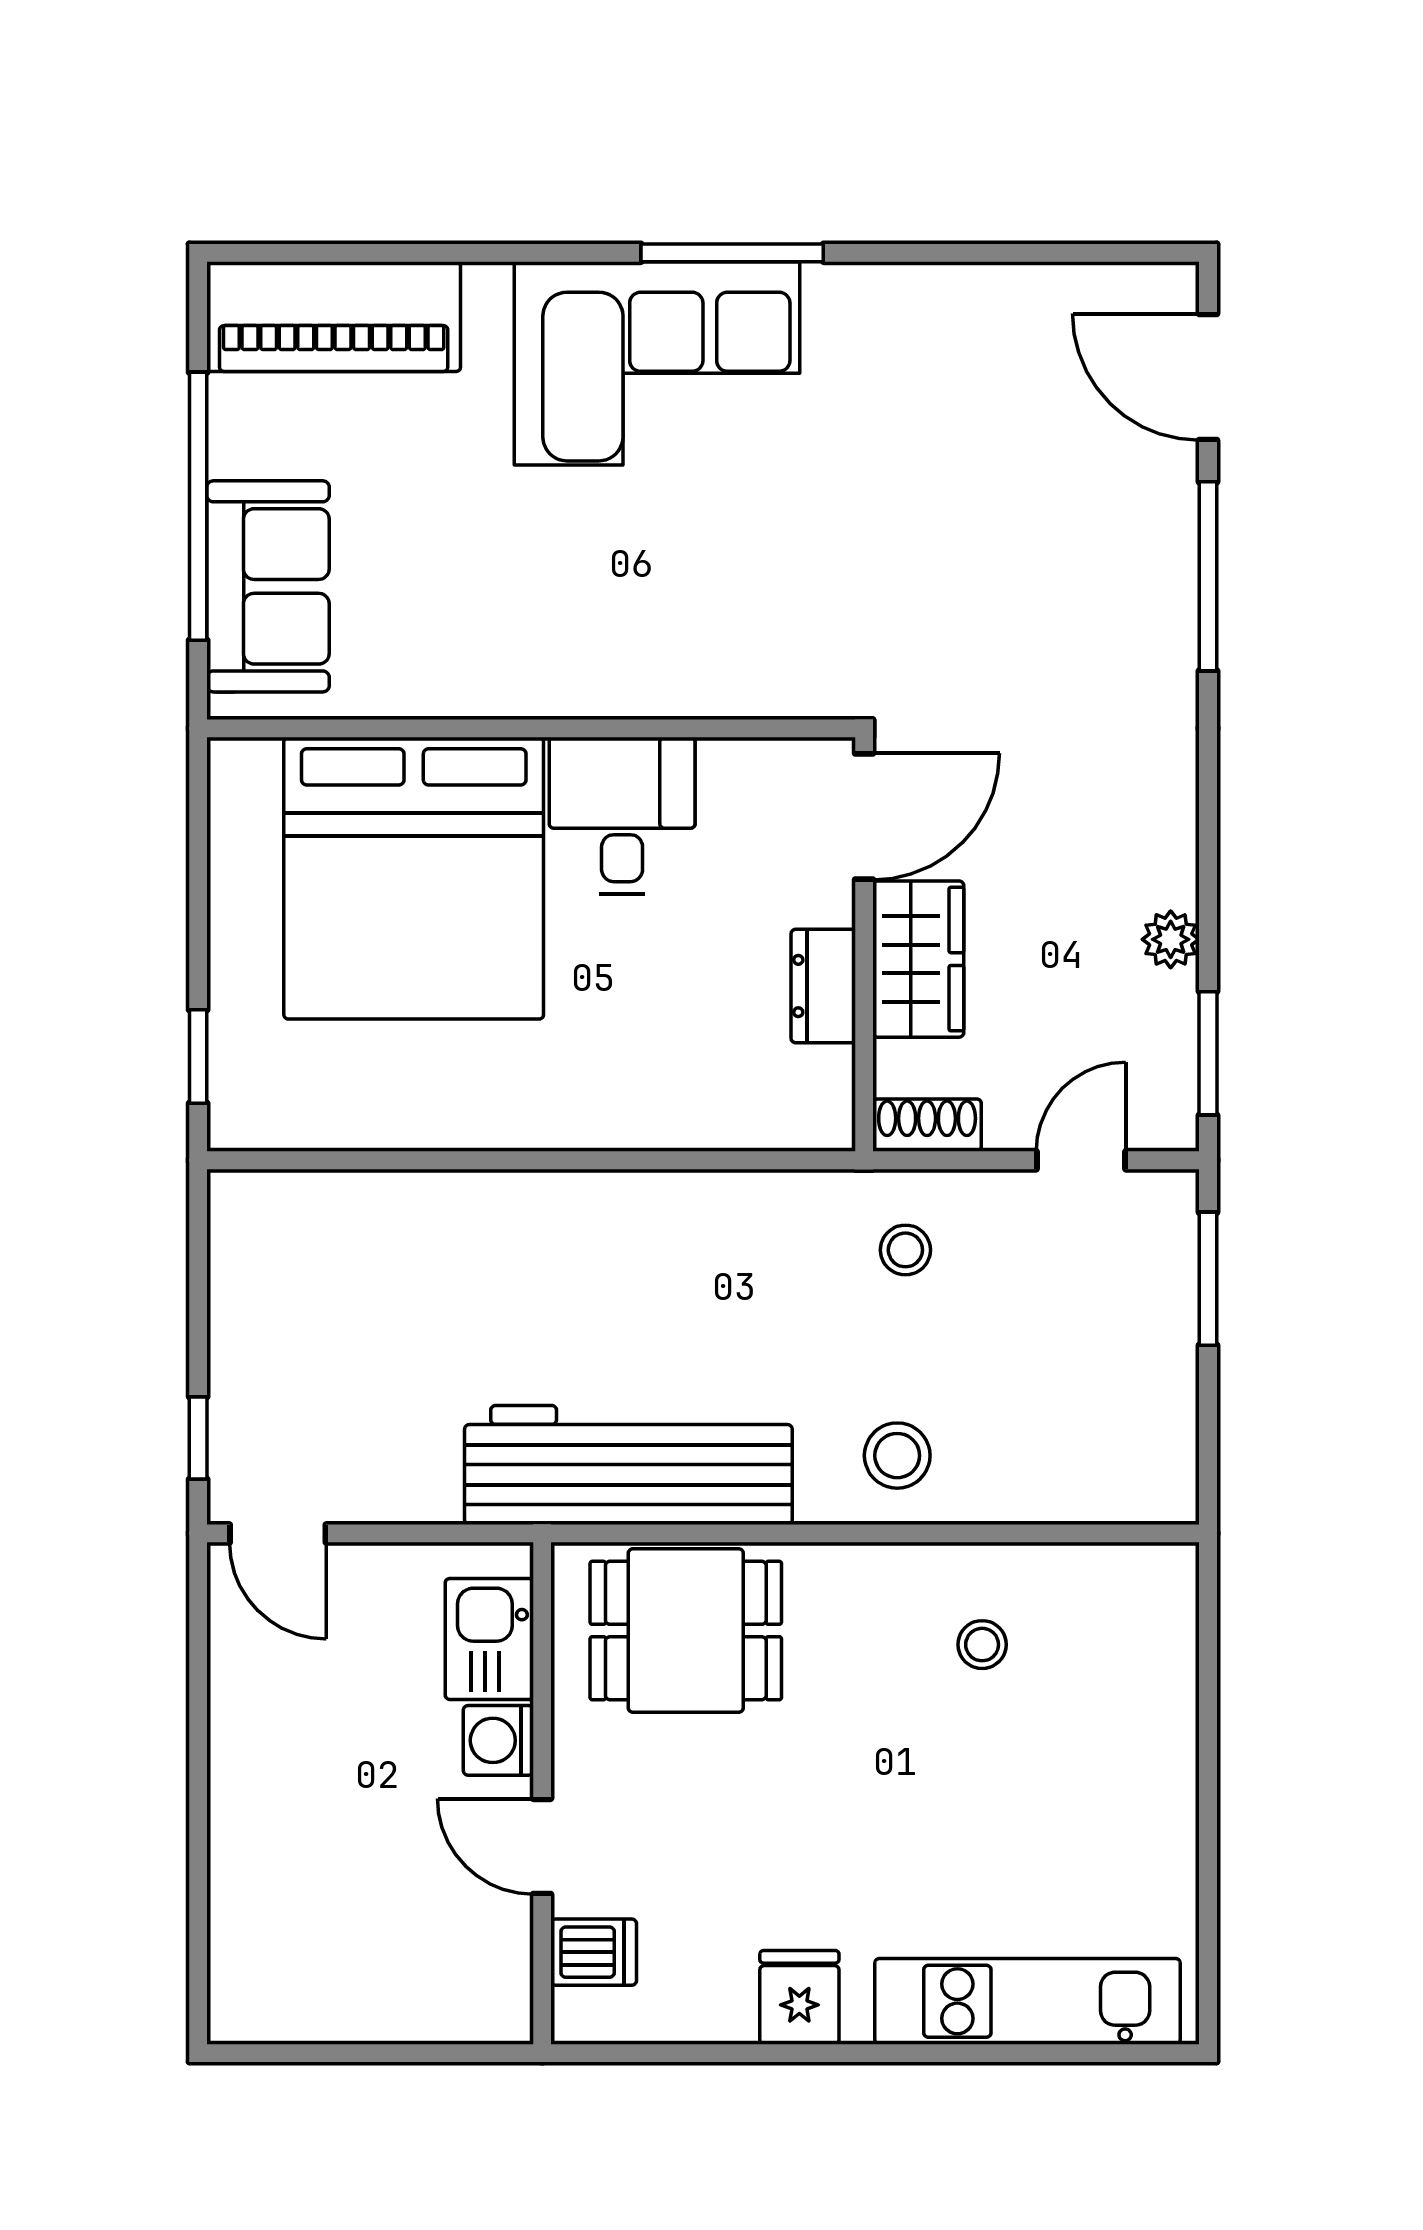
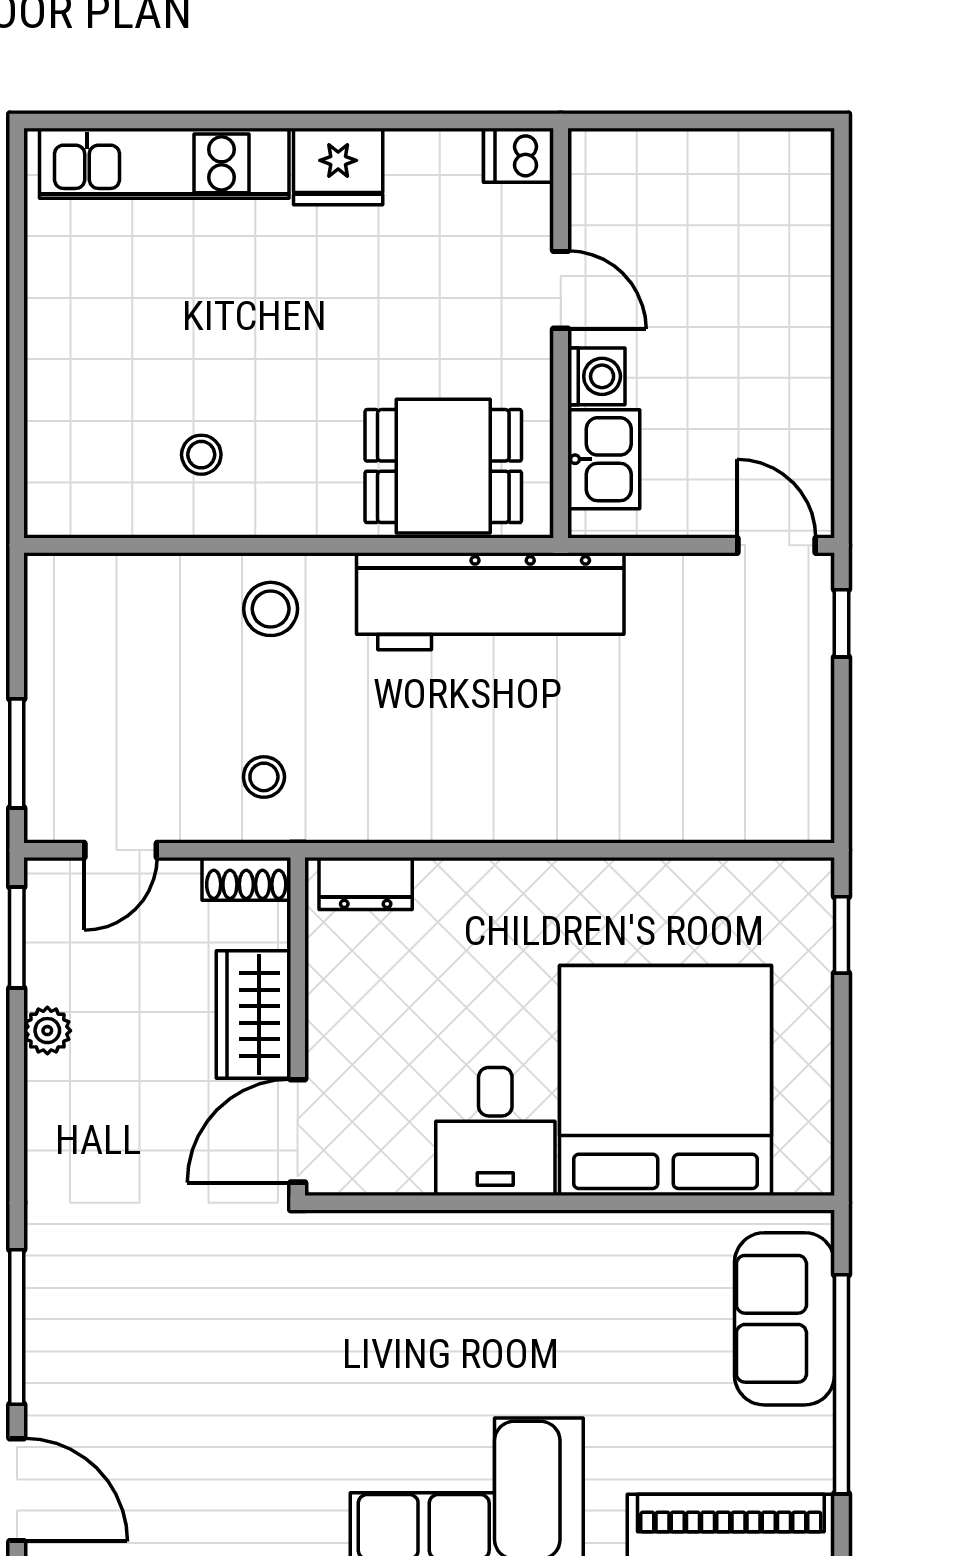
dresser: (823, 986) -> (366, 884), moved, turned 90
dishwasher: (594, 1952) -> (519, 155), moved
fridge: (799, 1997) -> (338, 167), width x1.38

